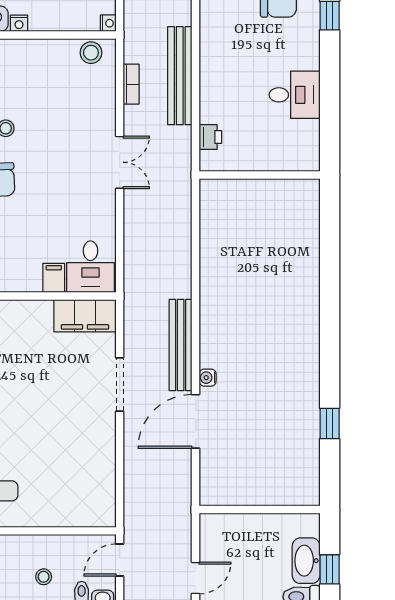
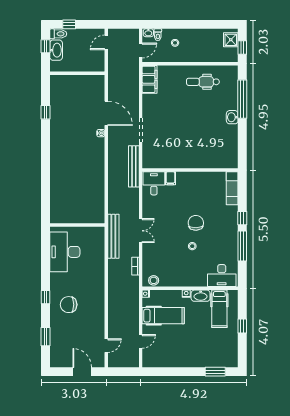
bench: (180, 76) -> (113, 236), moved
desk: (295, 95) -> (65, 252), width x1.87, depth x1.30
printer: (210, 137) -> (100, 242), removed
double door: (120, 162) -> (141, 231), swing flipped
filing cabinet: (85, 316) -> (150, 79), moved, turned 90
bench: (181, 345) -> (134, 166), moved
door: (196, 421) -> (106, 113), hinge flipped

